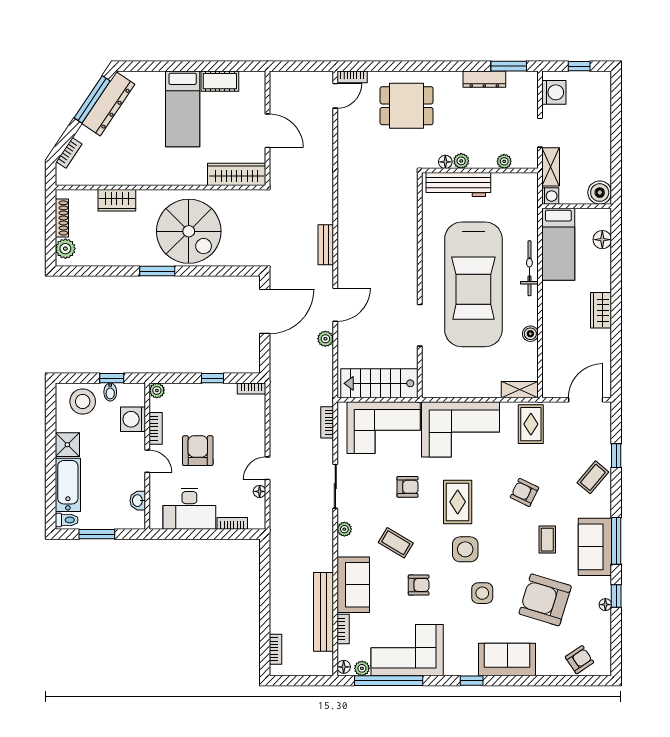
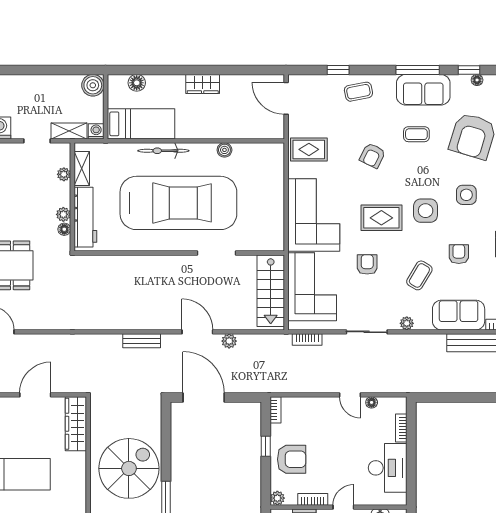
shelving: (520, 390) -> (82, 169), moved
armchair: (198, 451) -> (292, 459), moved, turned 180
coffee table: (593, 477) -> (358, 92), turned -51

